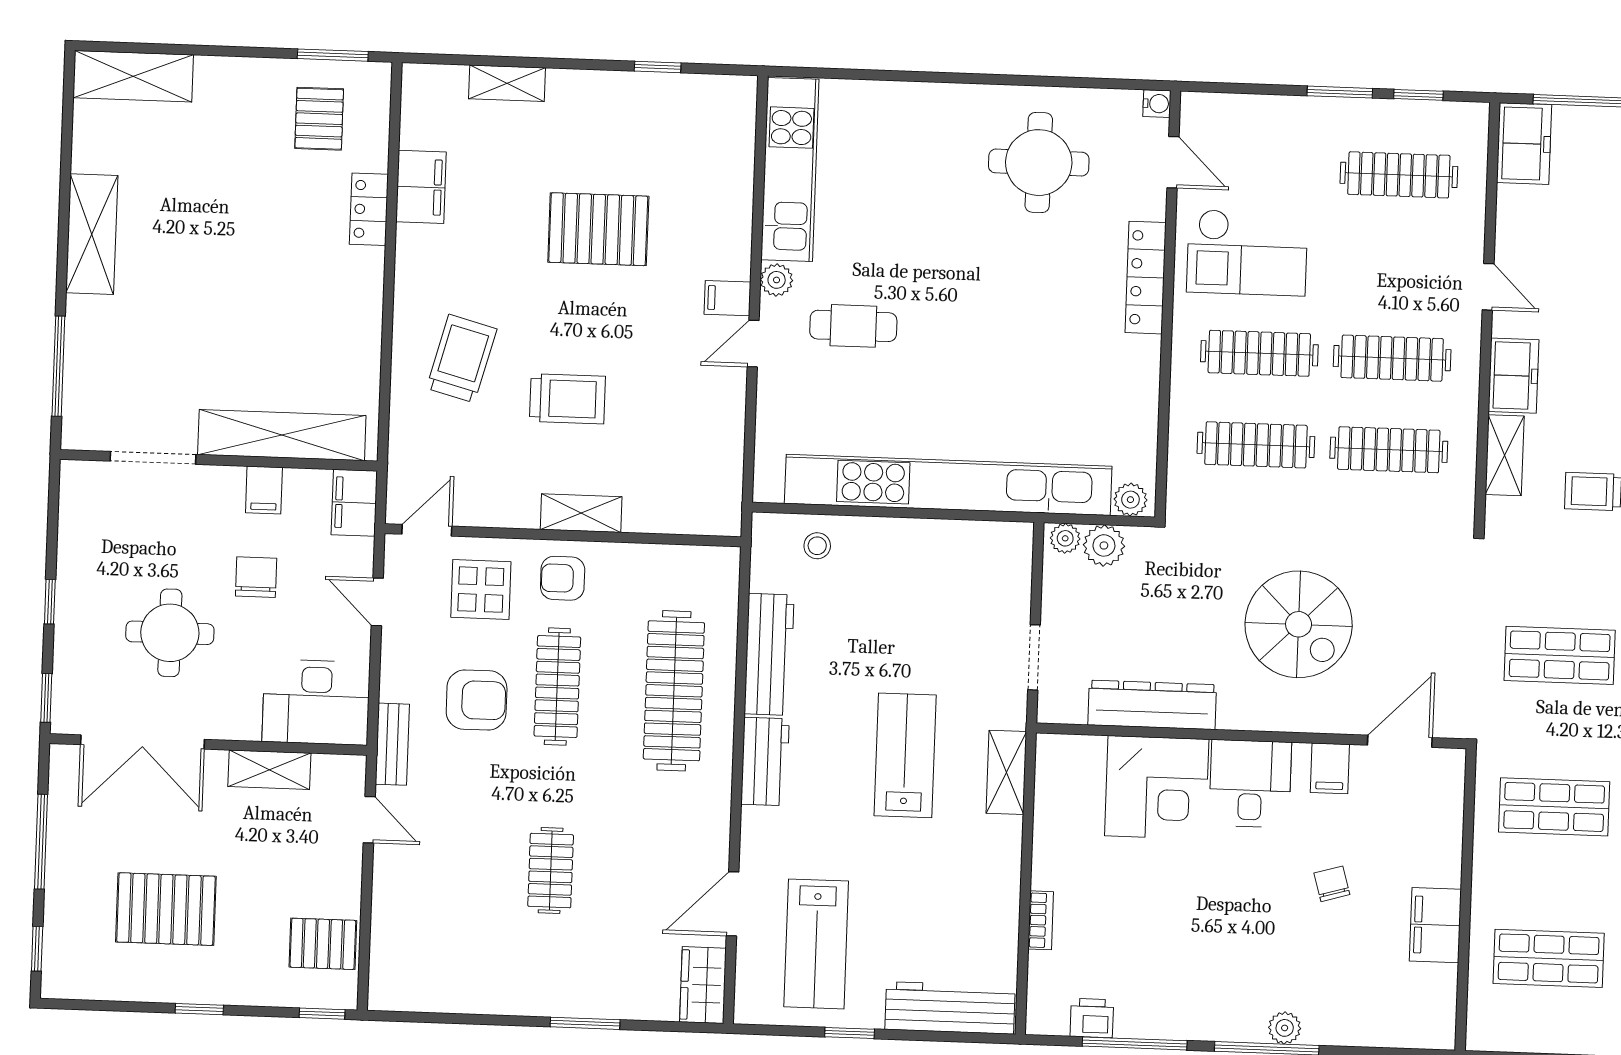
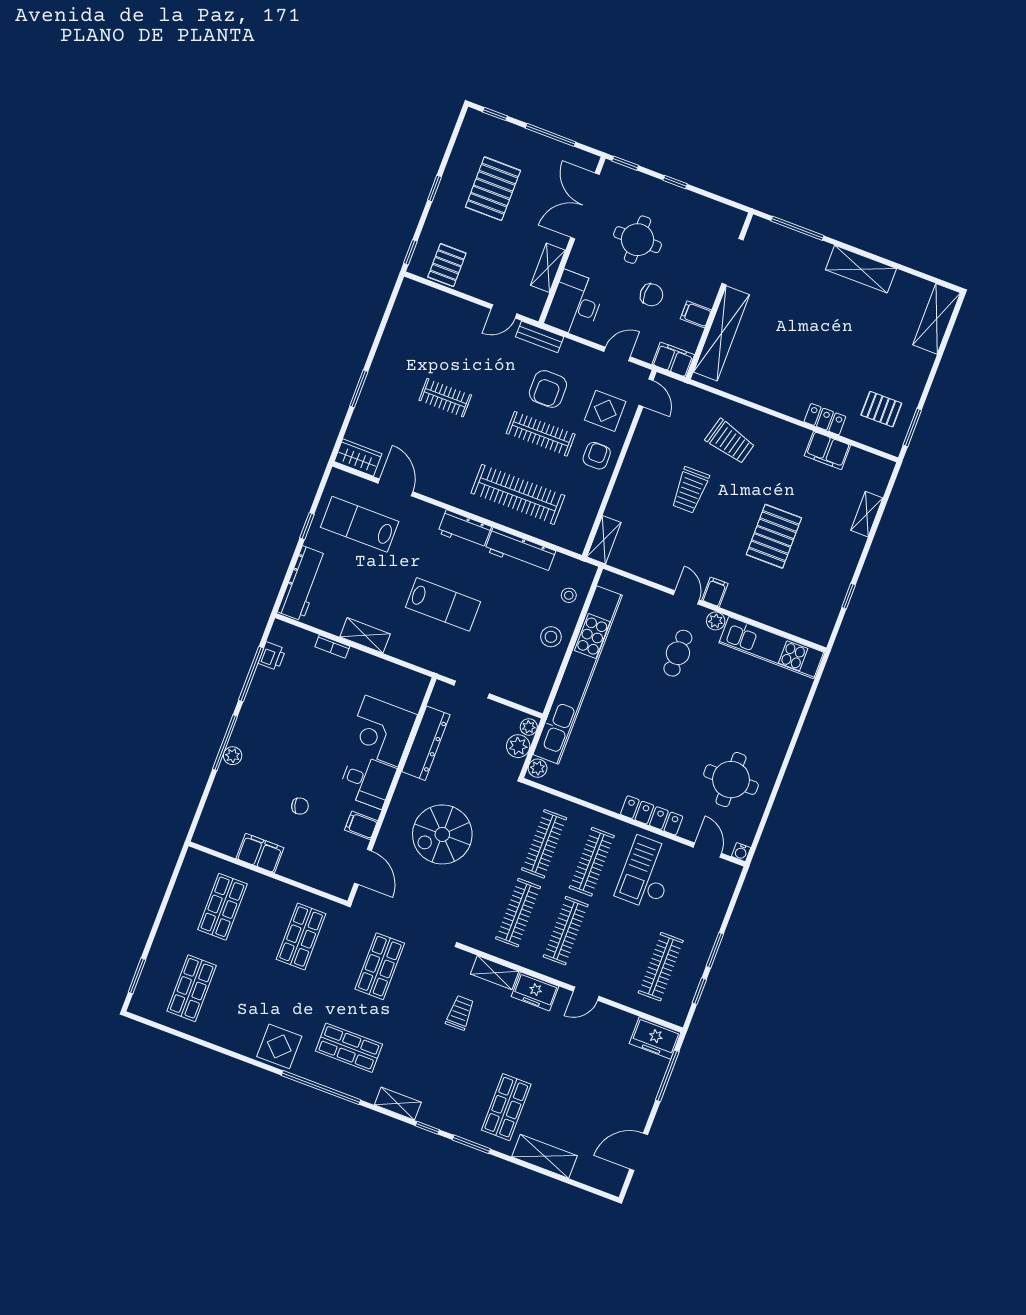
door: (1173, 162) -> (707, 850), swing flipped
shelving: (581, 513) -> (604, 540), moved
stool: (898, 552) -> (551, 637), added
shelving: (1006, 772) -> (365, 635), moved

